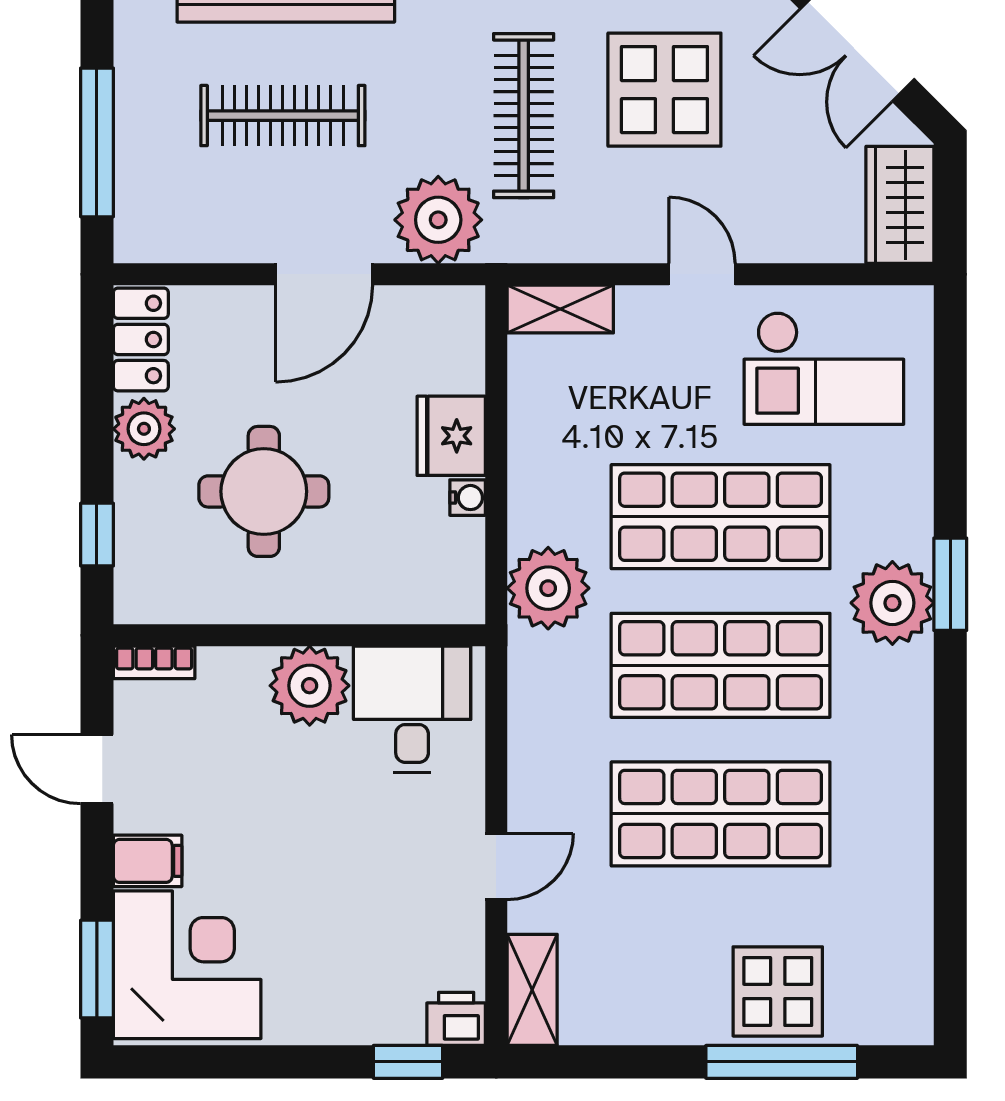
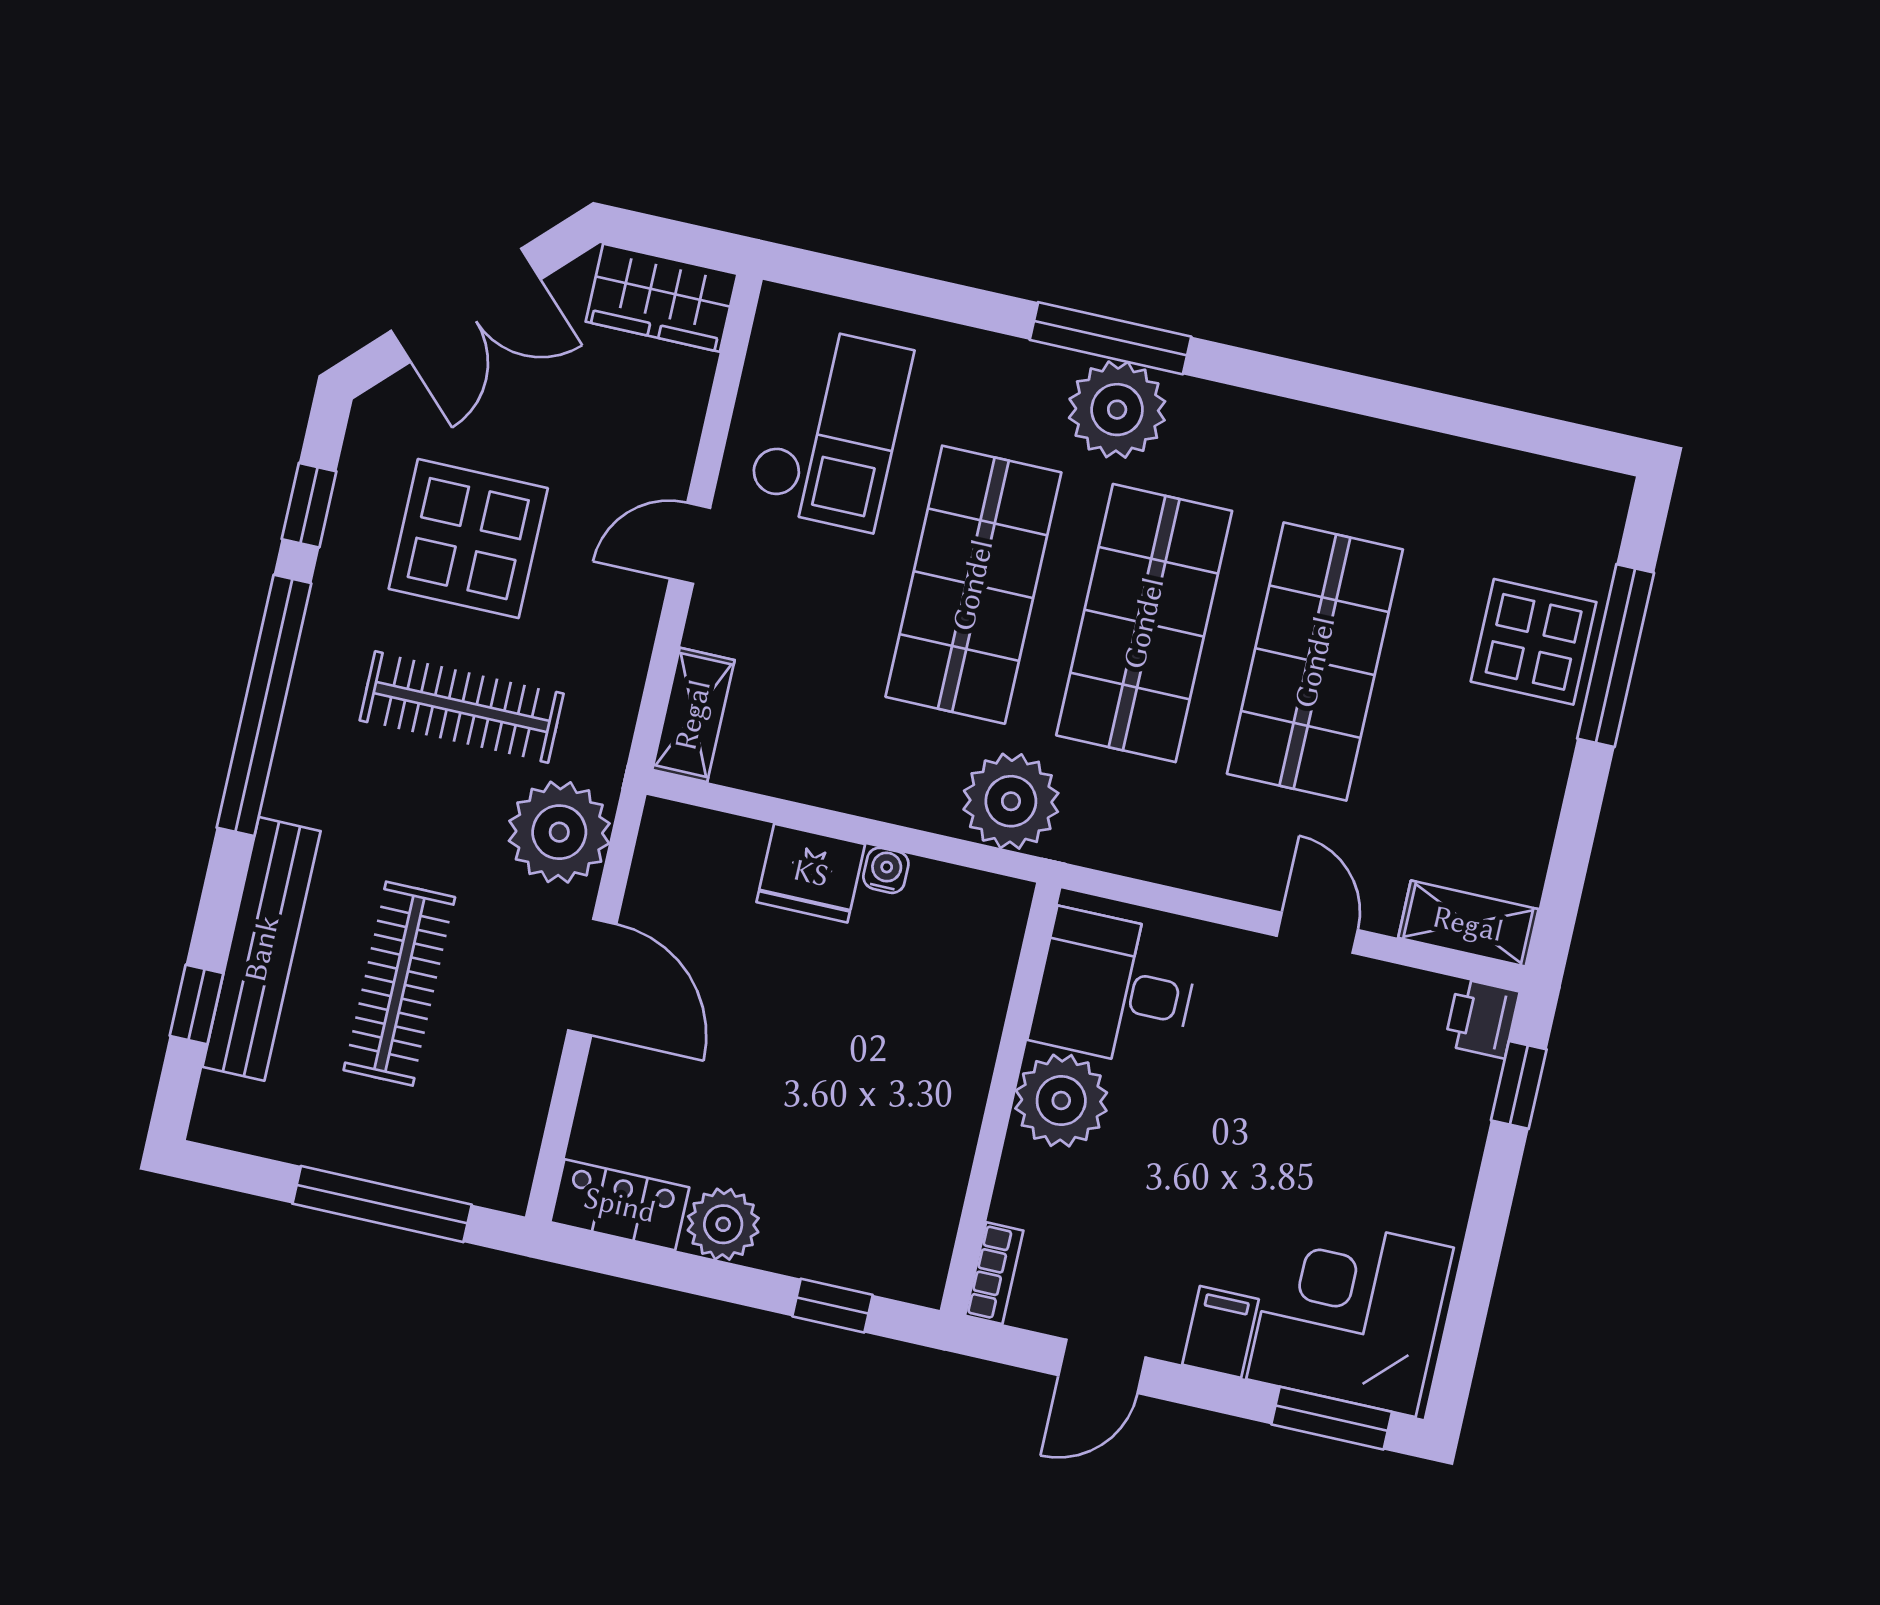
round table: (264, 491) -> (826, 1103), removed
window: (950, 584) -> (1111, 338), width x1.44

